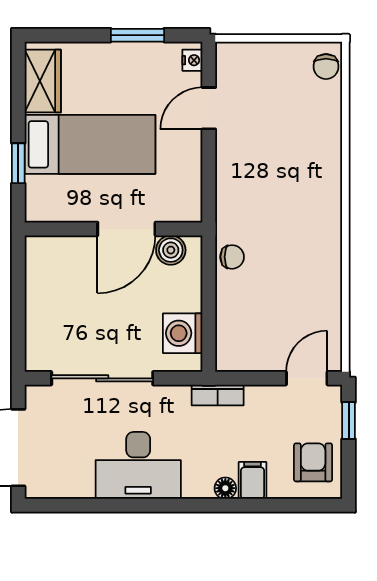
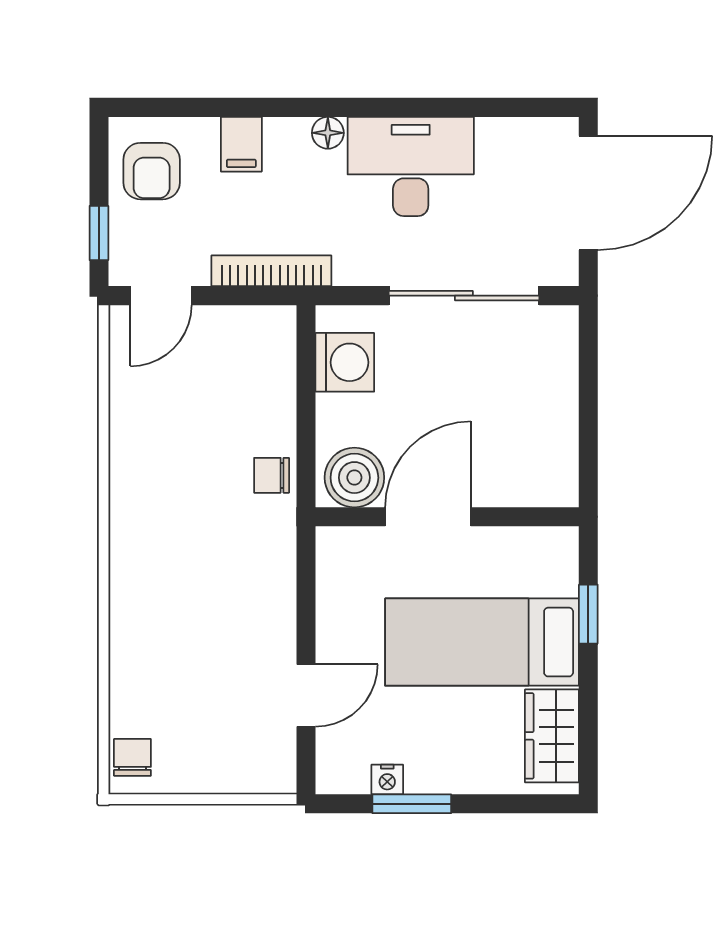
nightstand: (192, 60) -> (387, 779), moved, turned -90
boiler: (171, 250) -> (354, 478), width x1.36, depth x1.36
bookcase: (218, 395) -> (271, 271), width x1.56
floor lamp: (225, 488) -> (328, 133), moved

